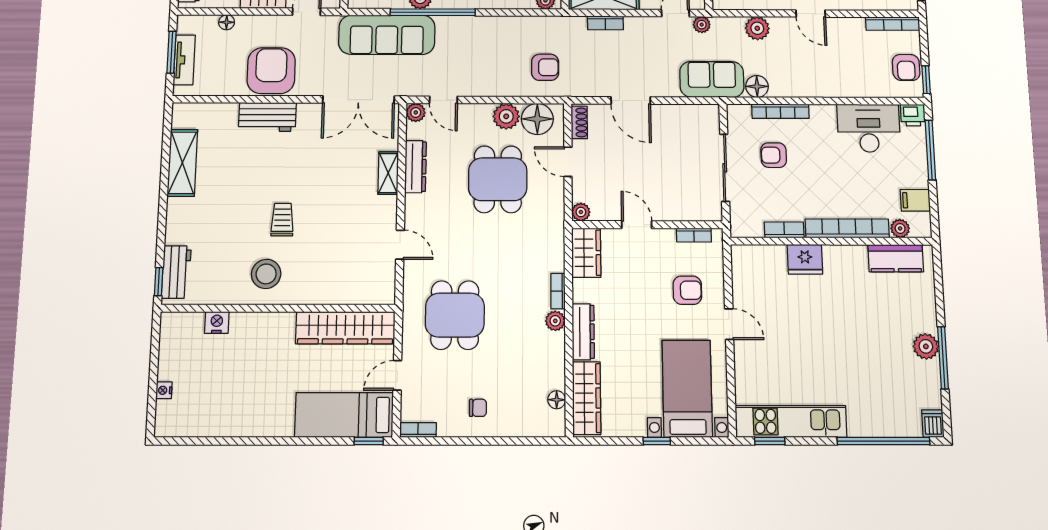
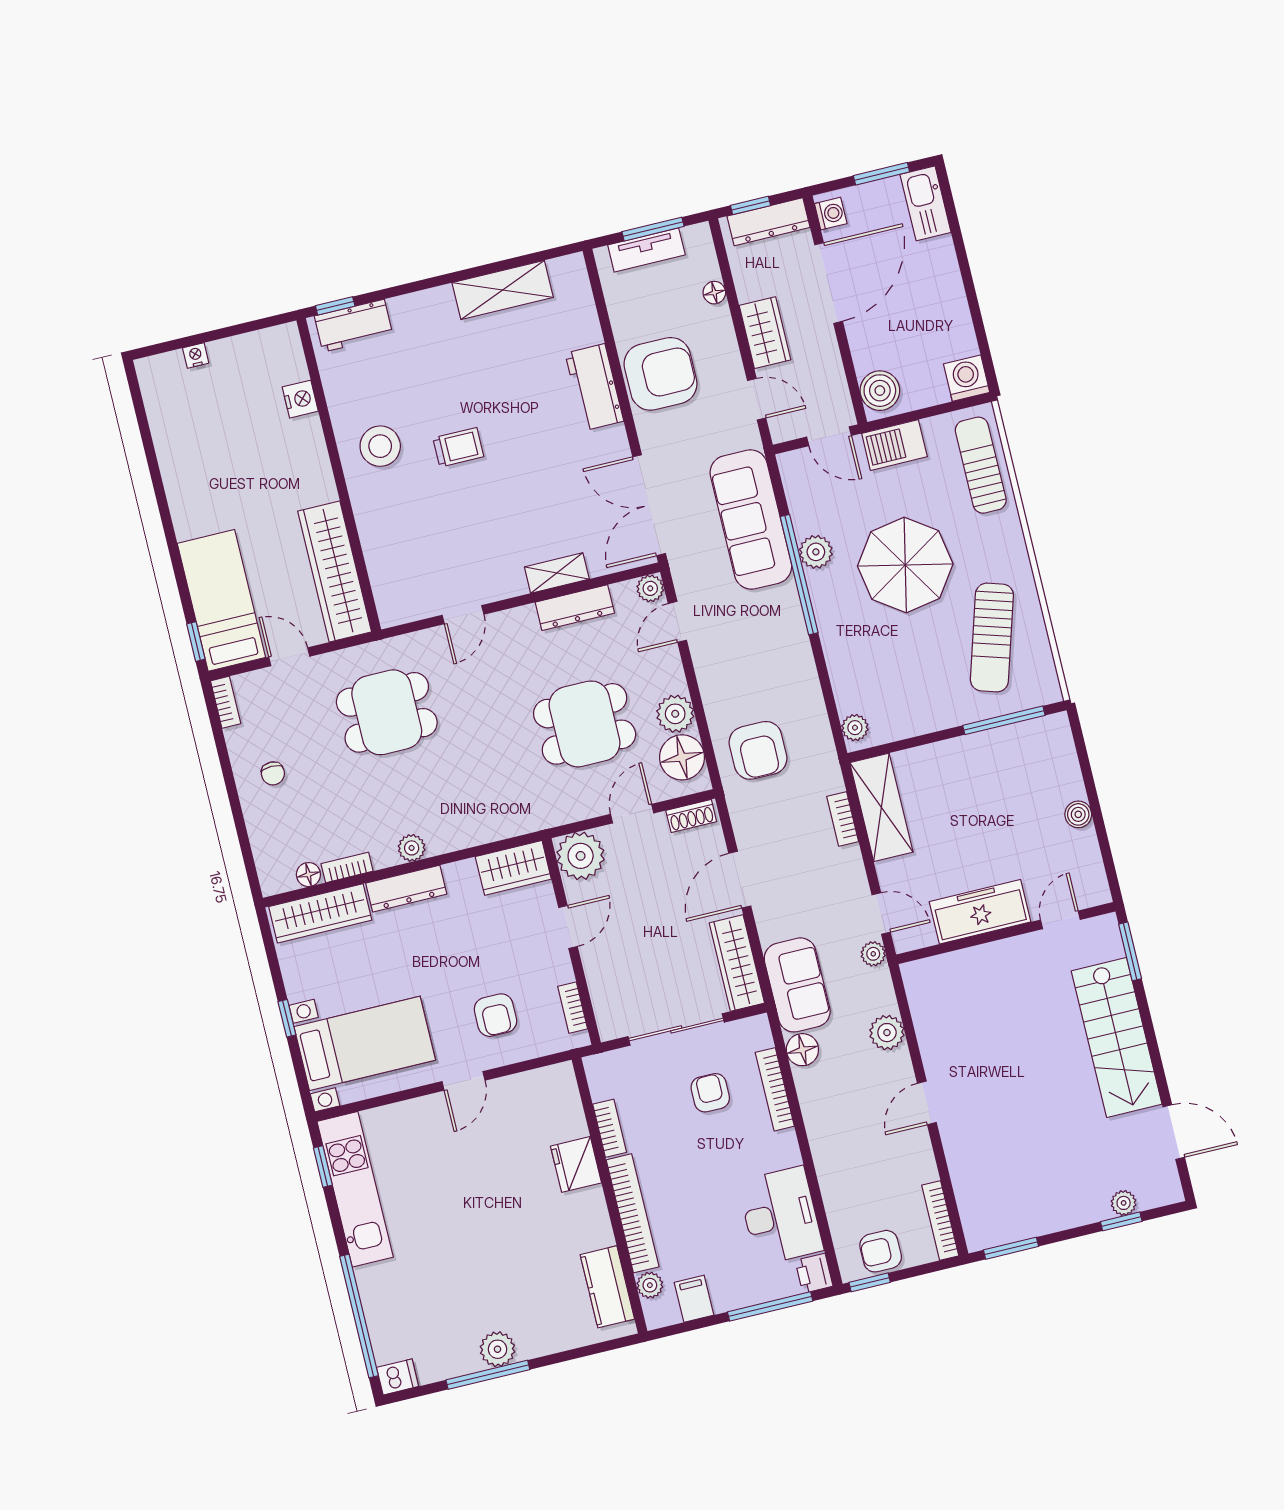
armchair: (545, 67) -> (758, 750), width x1.38, depth x1.38
wardrobe: (688, 116) -> (737, 963), added
plant: (581, 212) -> (581, 856), width x1.88, depth x1.88
bookcase: (558, 291) -> (347, 867), moved

